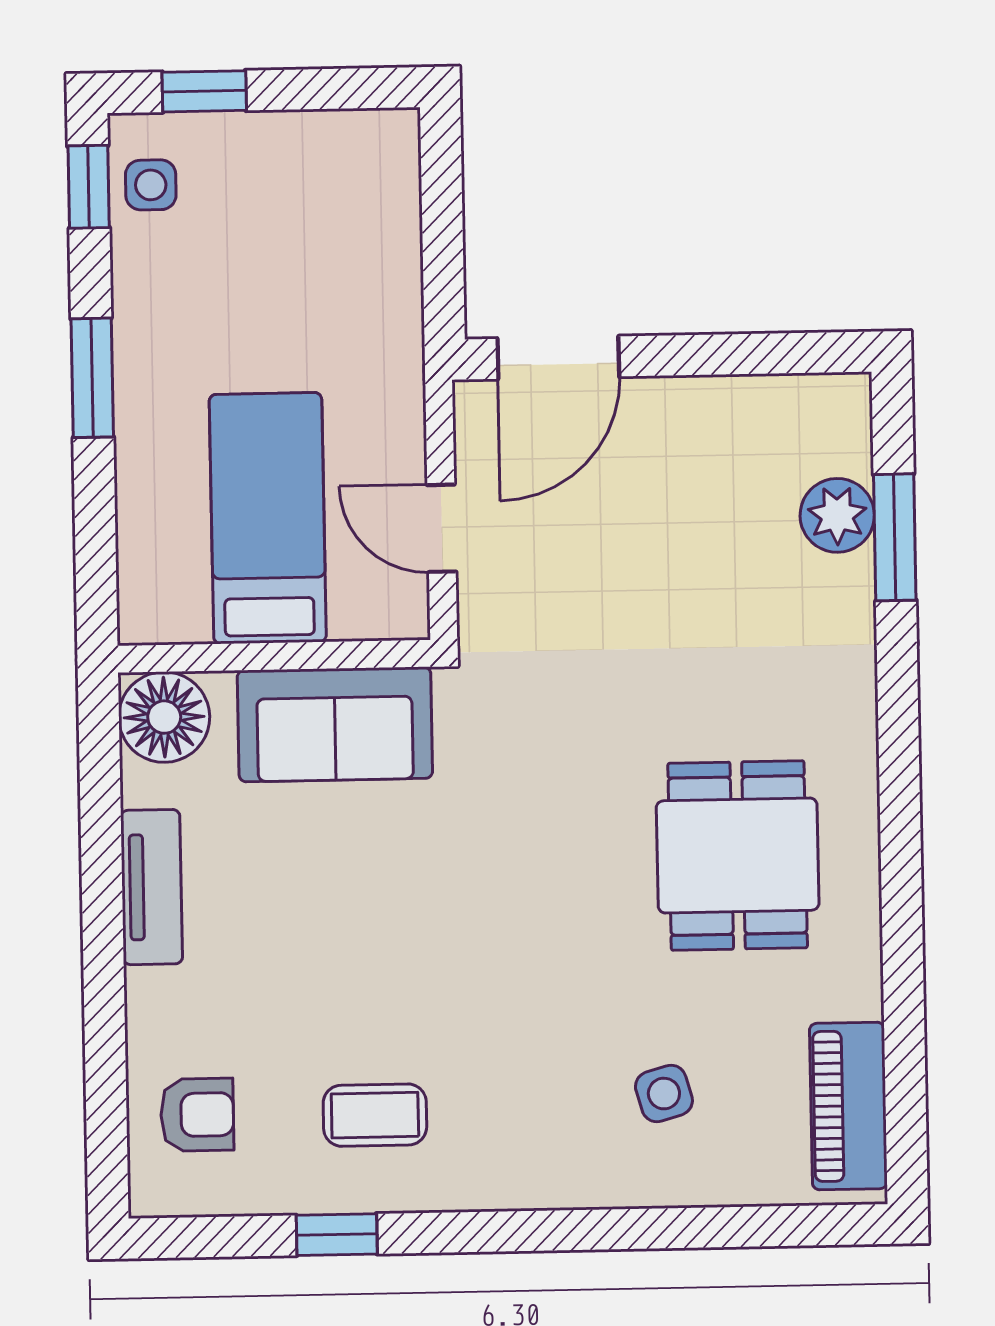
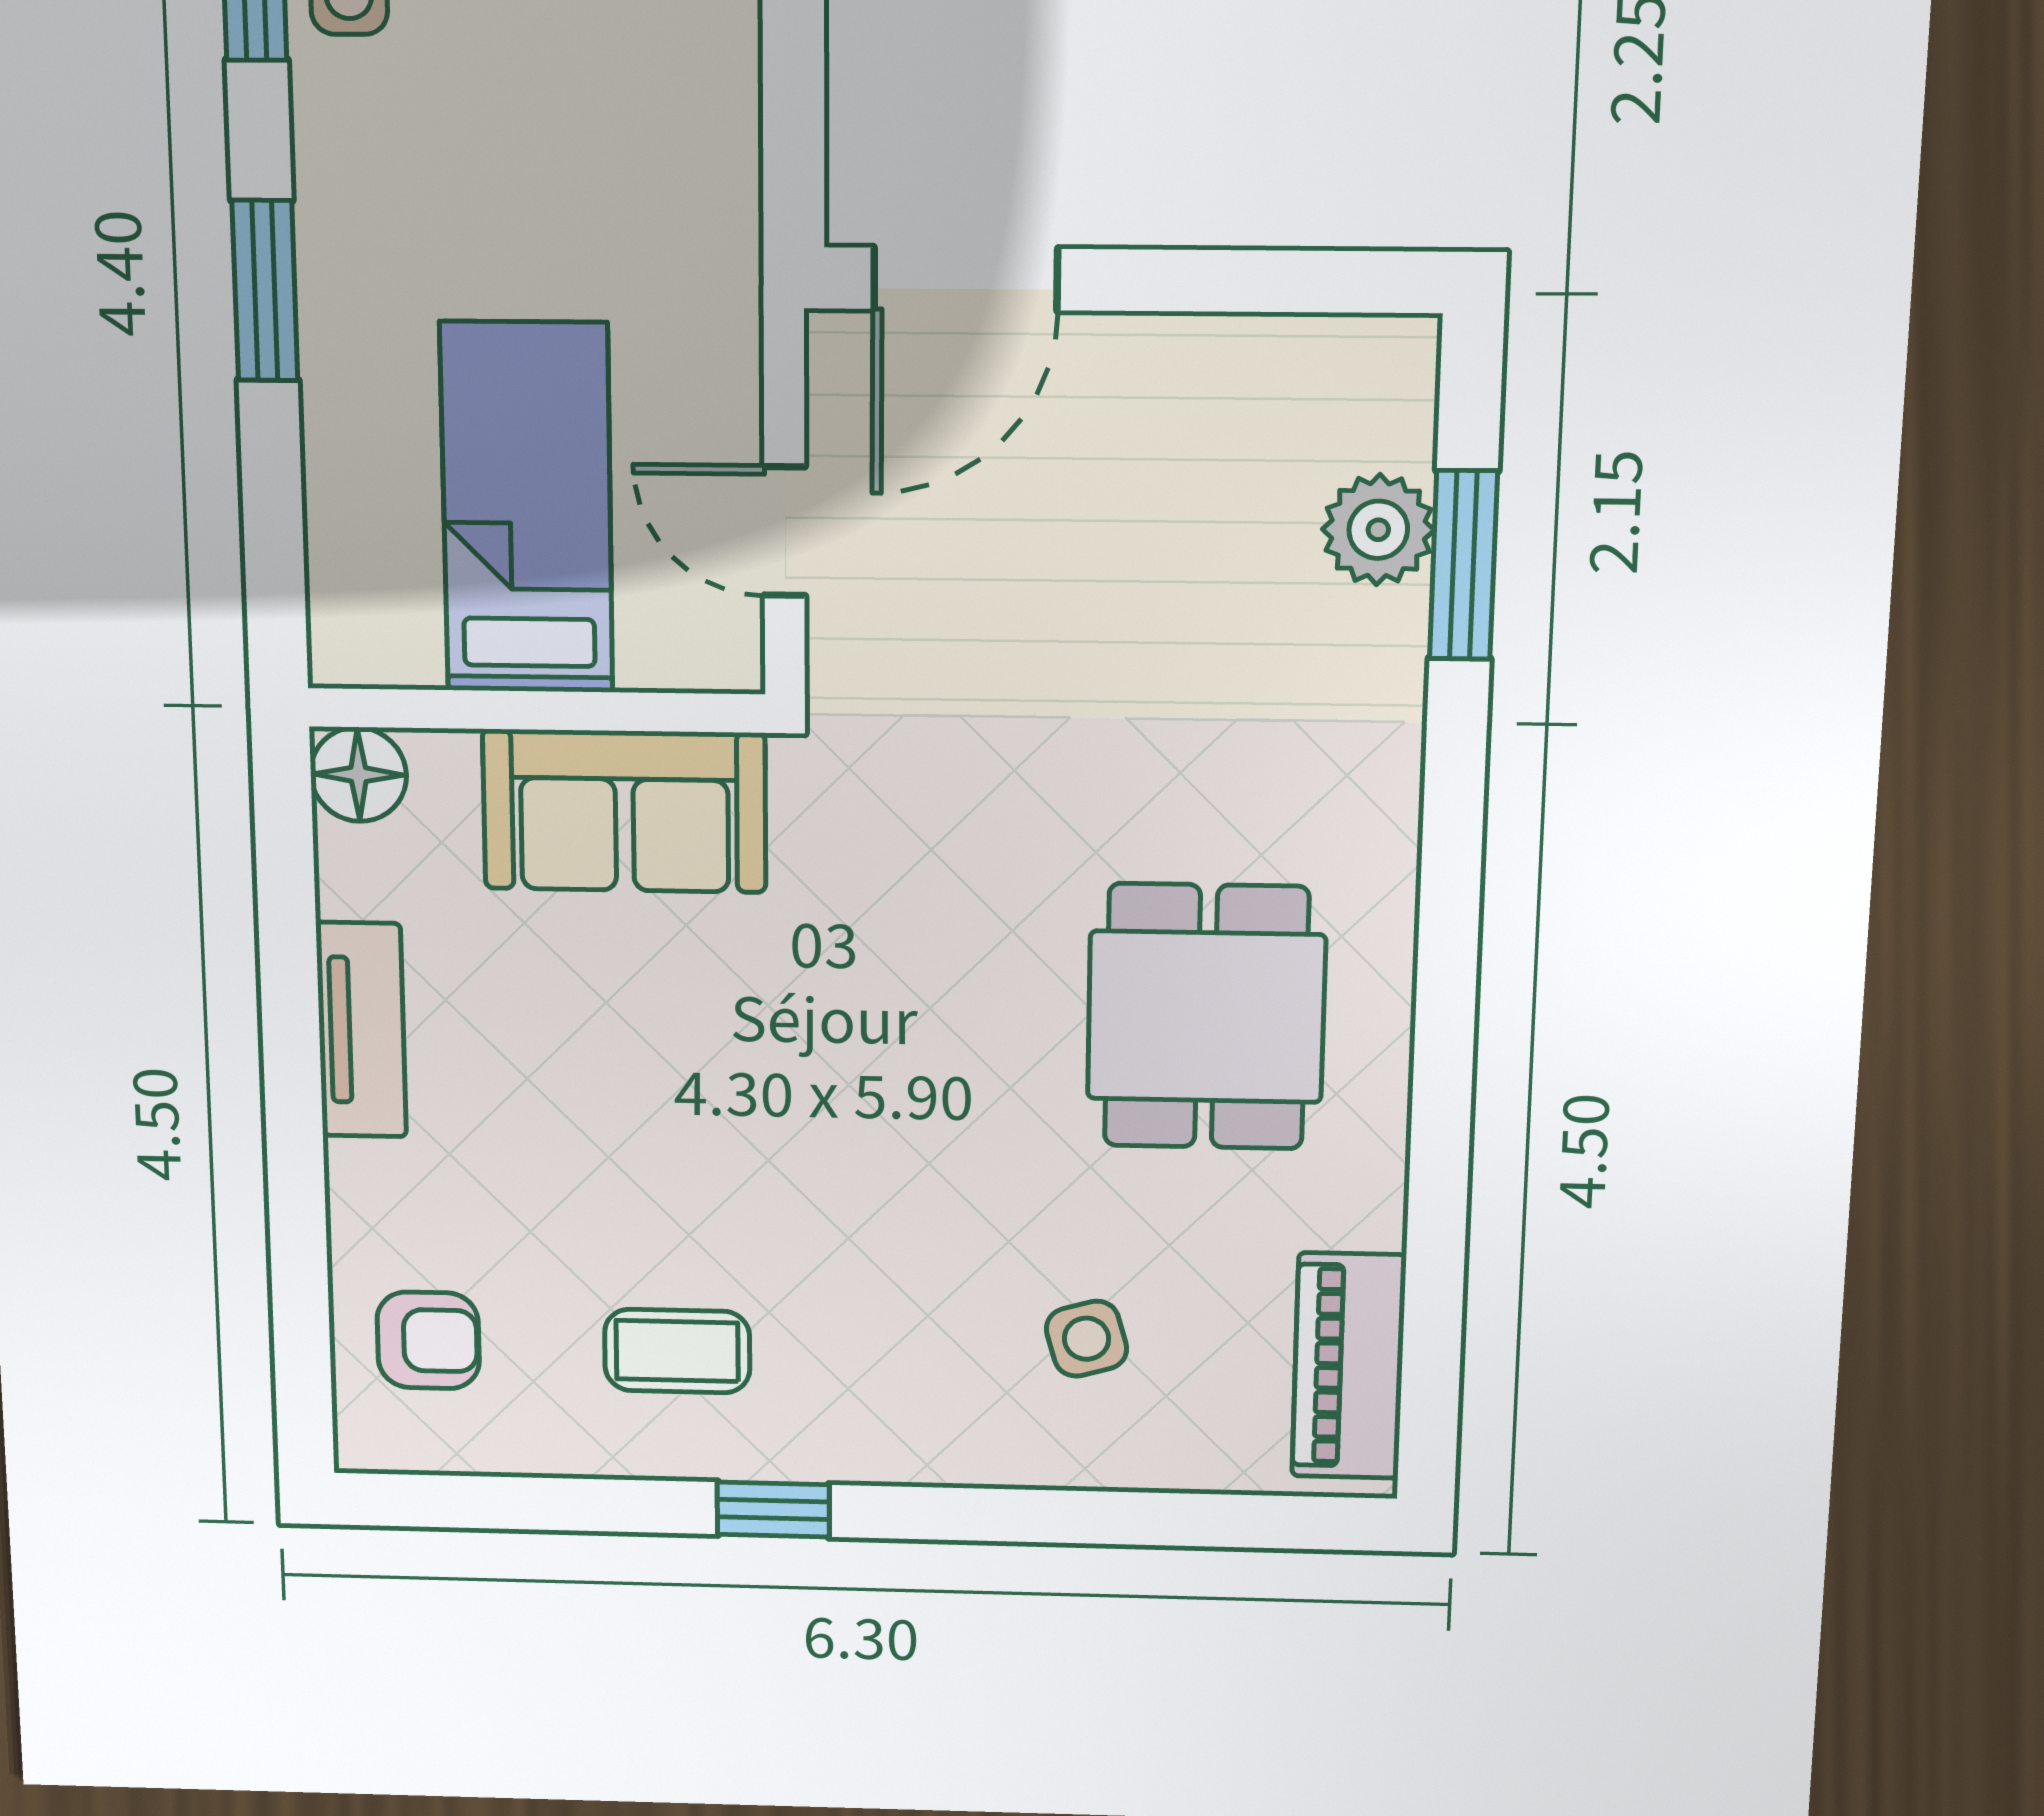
floor lamp: (164, 717) -> (358, 774), width x0.73, depth x0.73
window: (337, 1235) -> (773, 1510), moved

